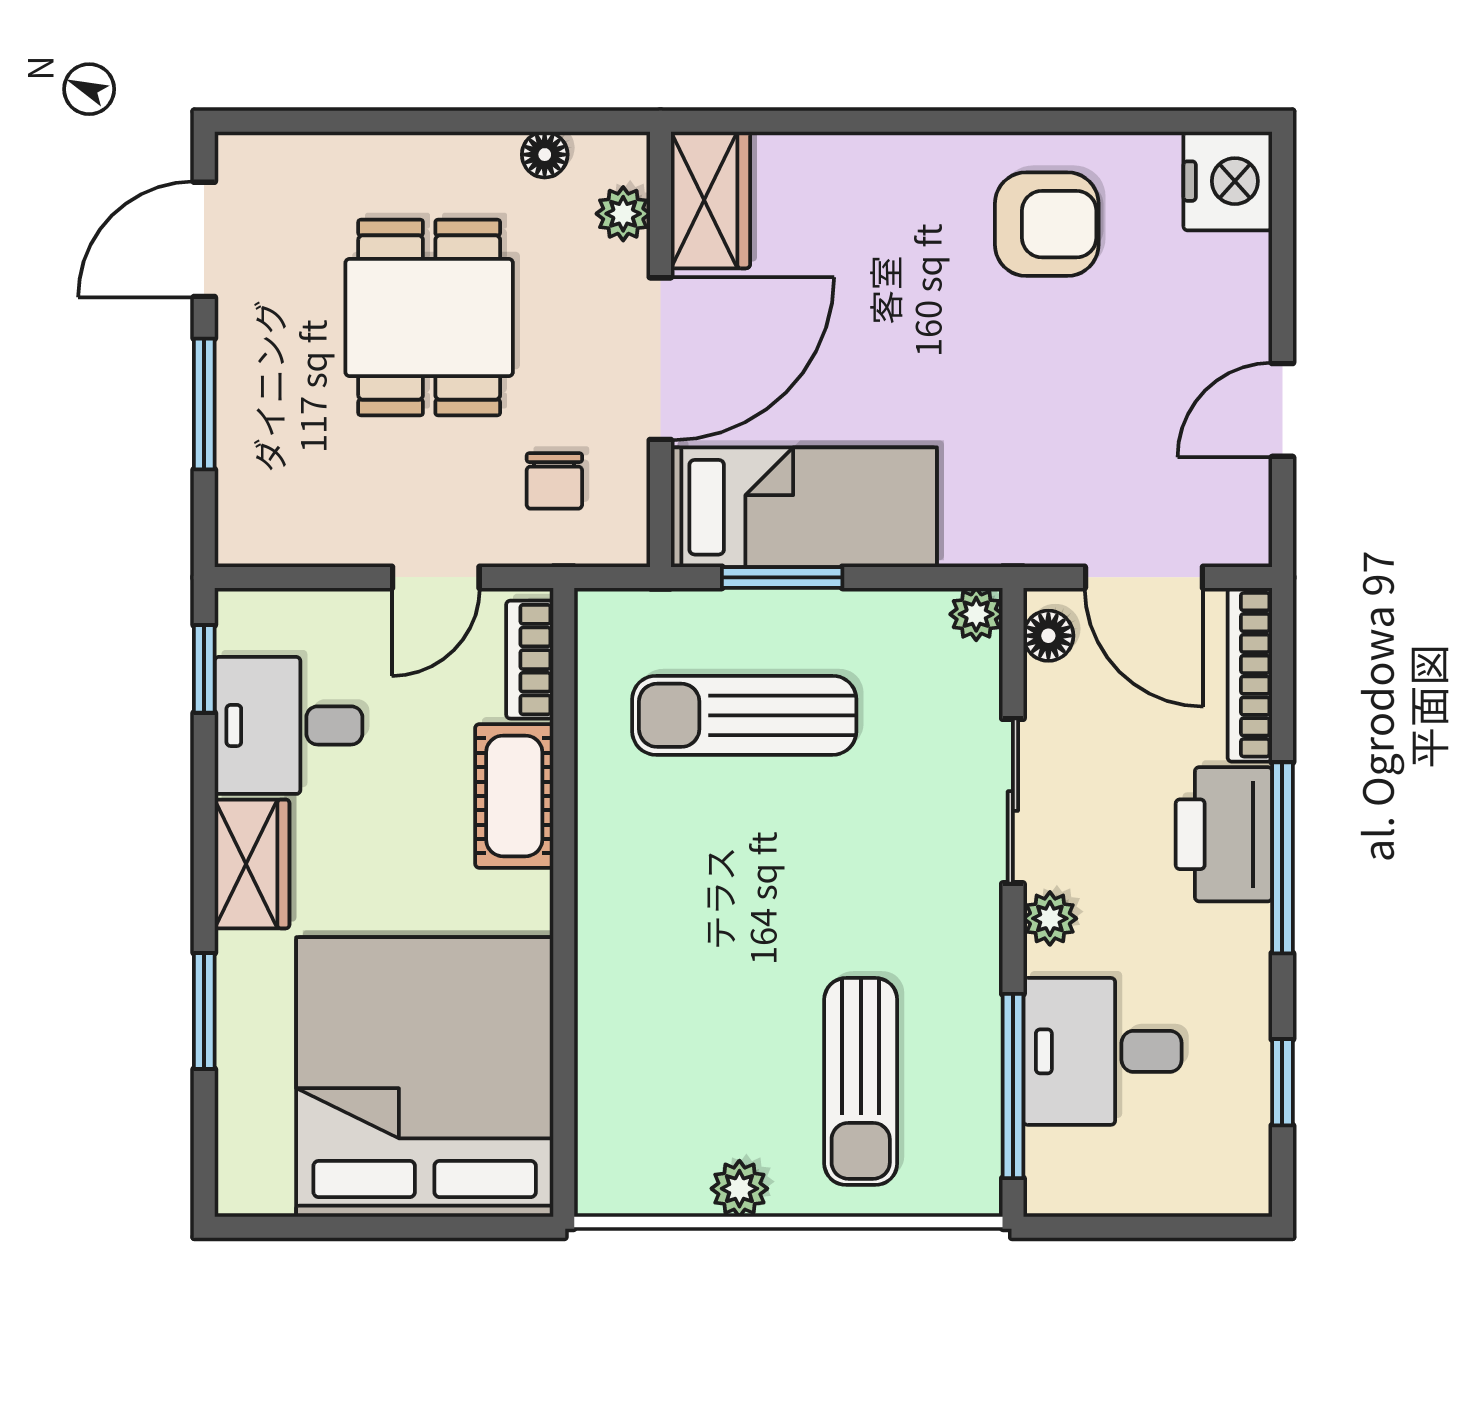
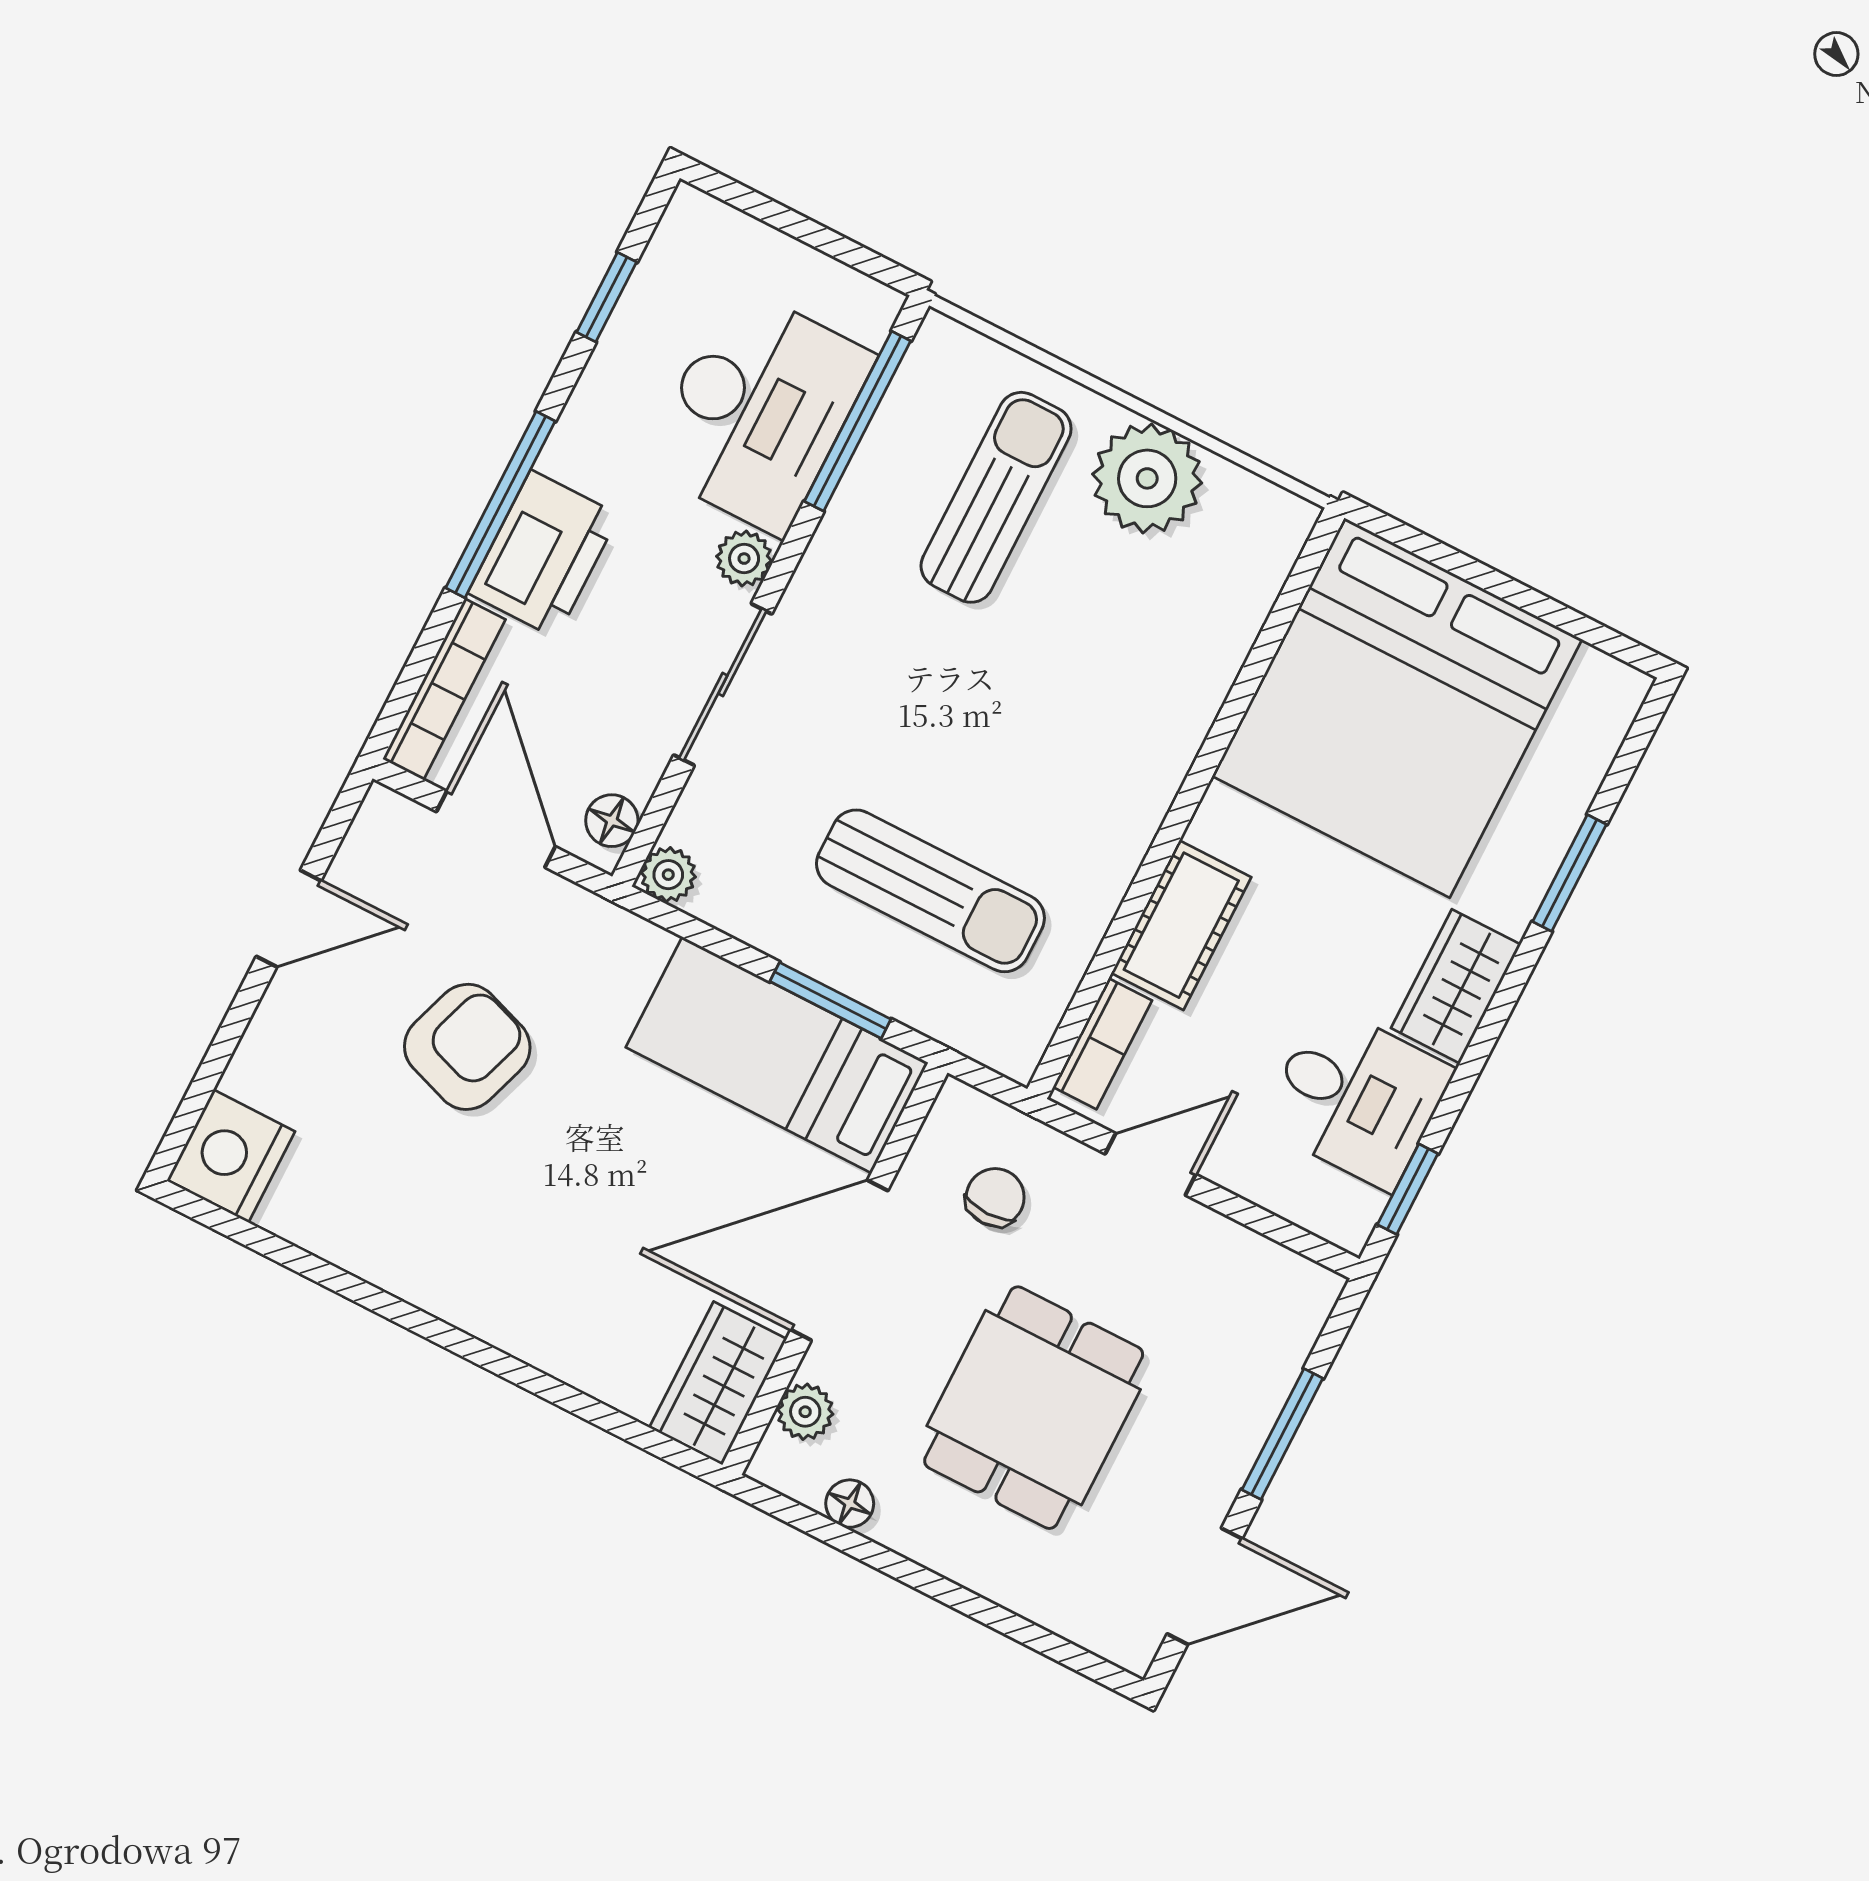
armchair: (1047, 224) -> (467, 1047), moved, turned 109
desk: (1102, 1051) -> (758, 411), width x1.37
plant: (739, 1189) -> (1147, 478), width x1.87, depth x1.87

